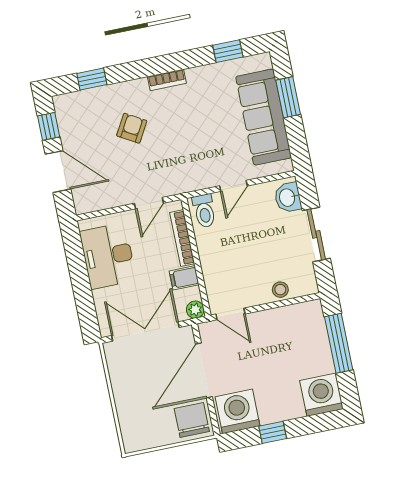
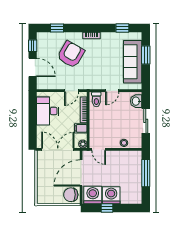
armchair: (132, 128) -> (71, 54), width x1.88, depth x1.88
washing machine: (322, 395) -> (111, 195), moved
chair: (192, 420) -> (71, 195), turned -90

